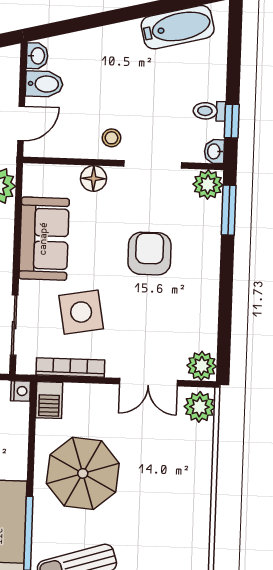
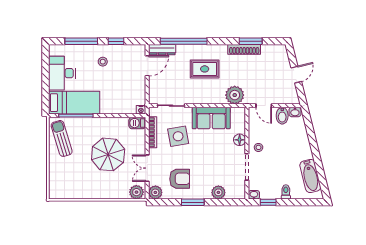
toilet: (209, 111) -> (286, 192), moved
plant: (208, 185) -> (218, 192), moved
window: (229, 210) -> (193, 202), moved
armchair: (149, 254) -> (180, 179), moved
parasol: (83, 473) -> (108, 154), moved

